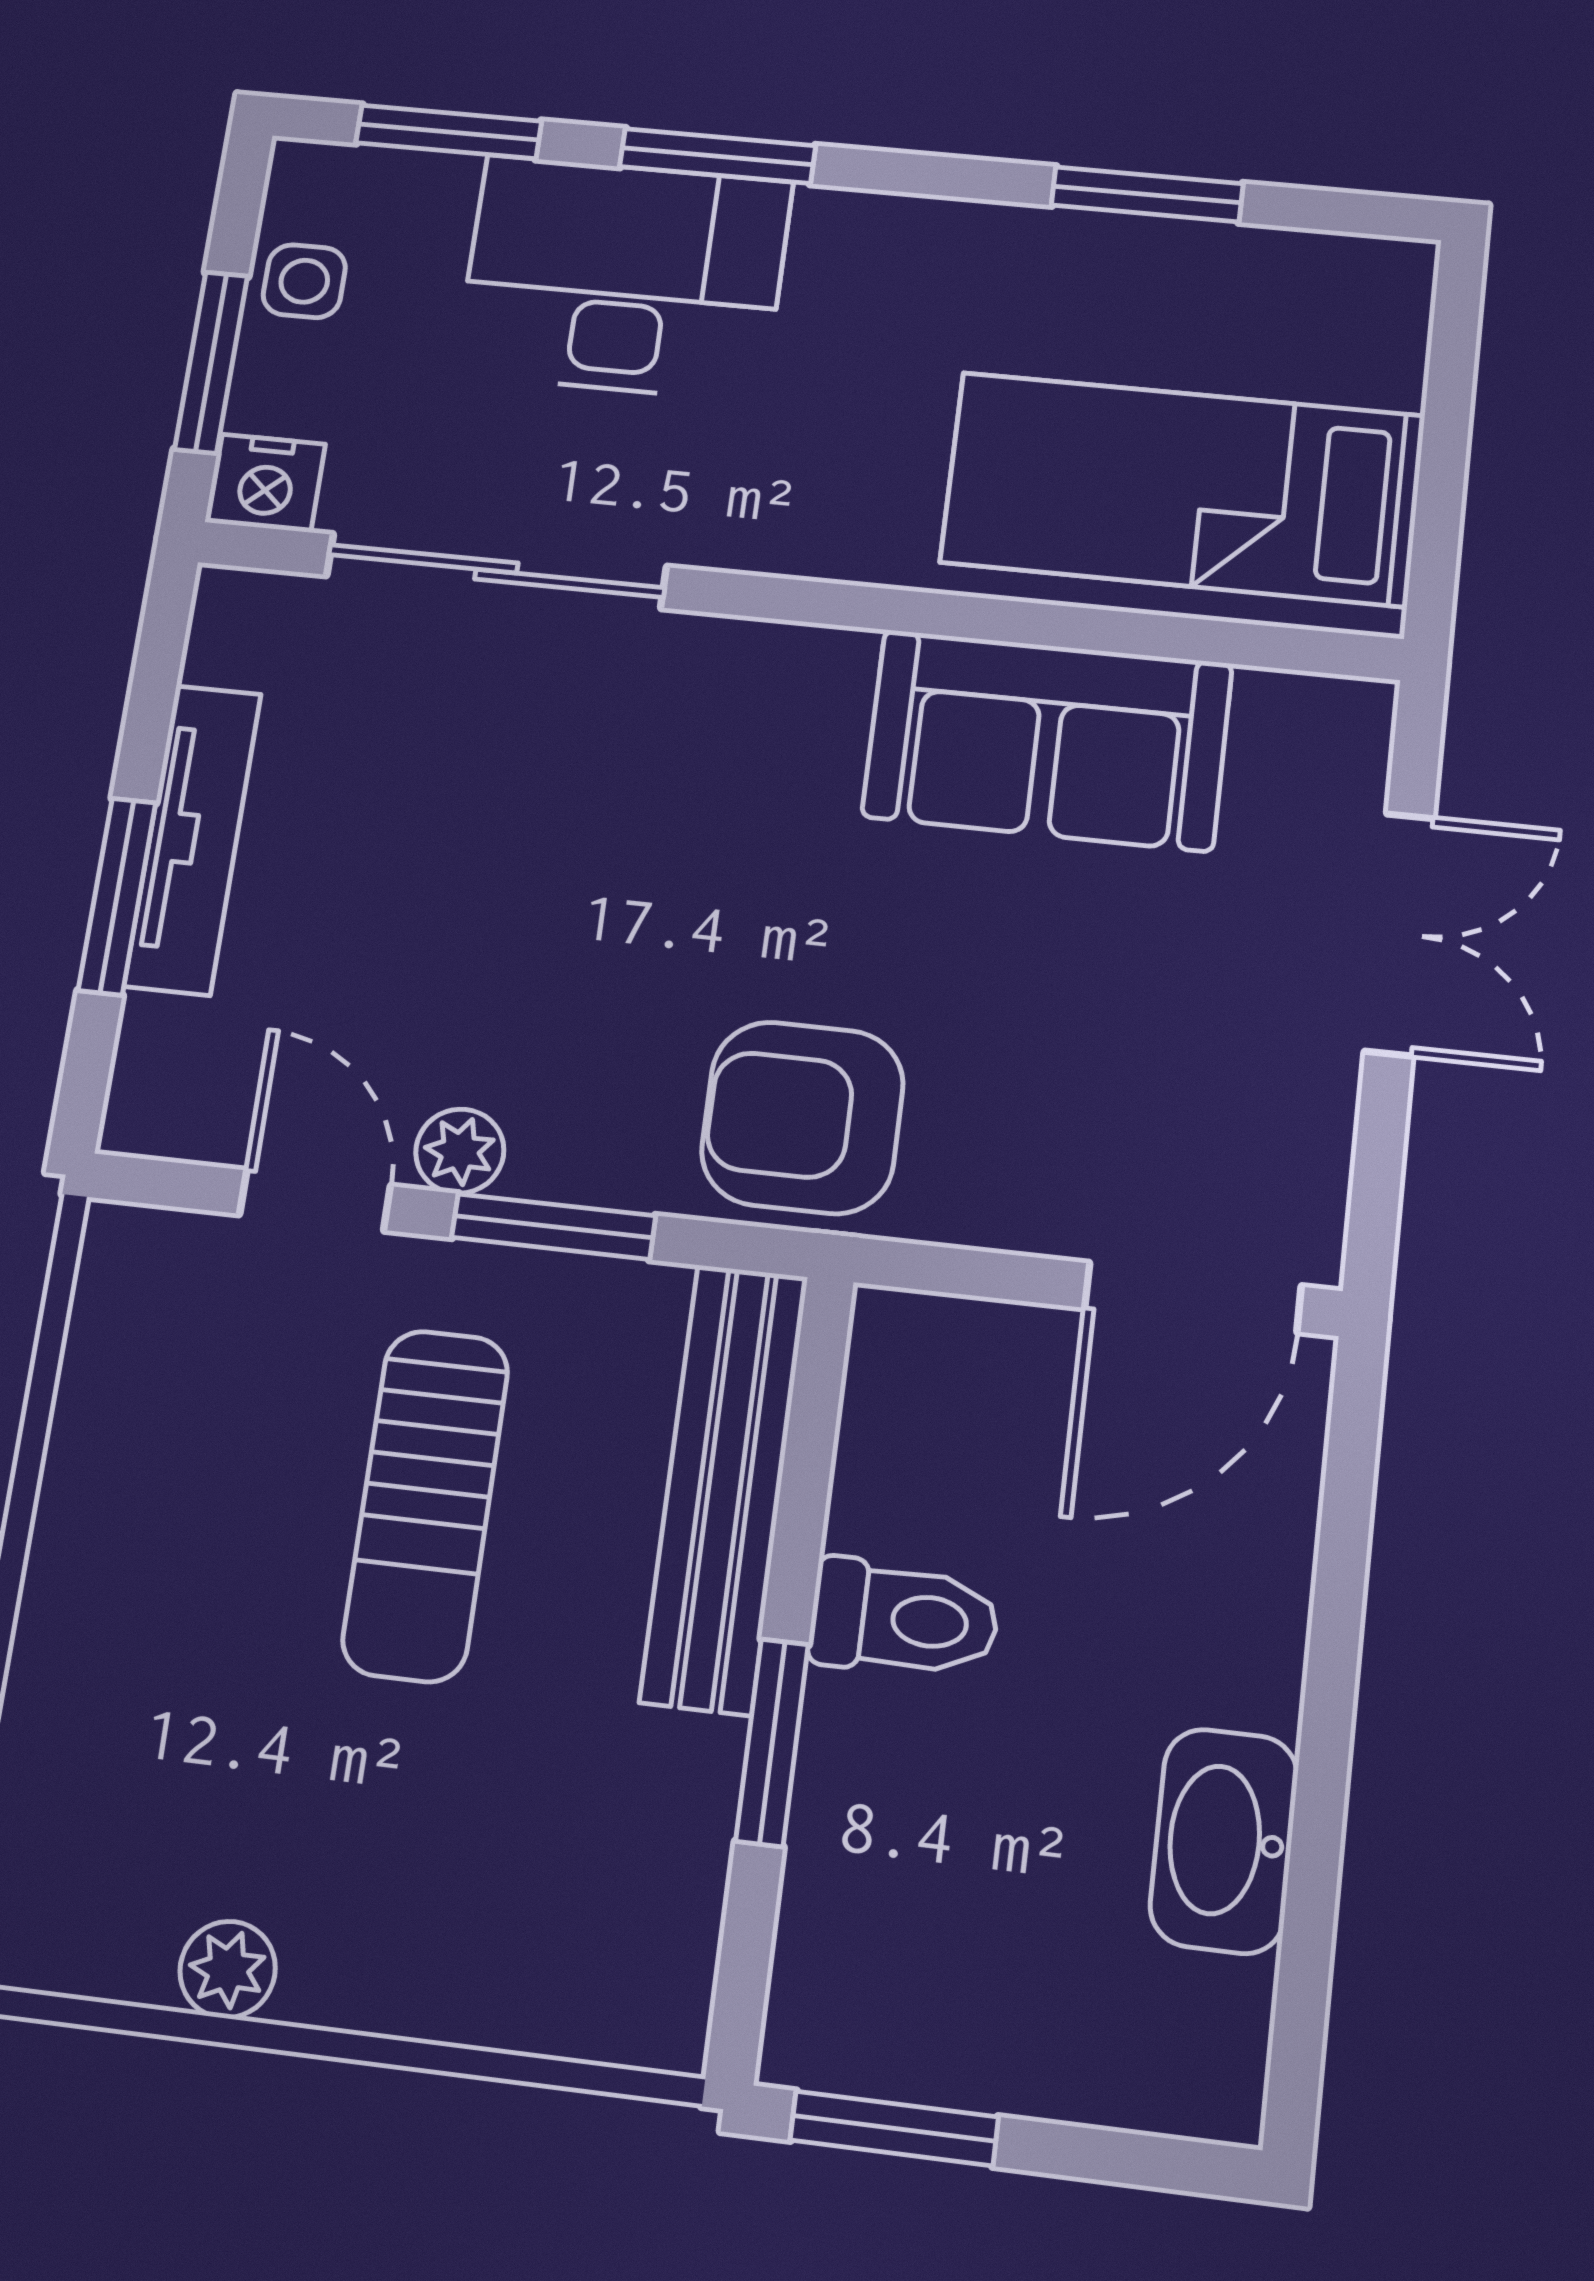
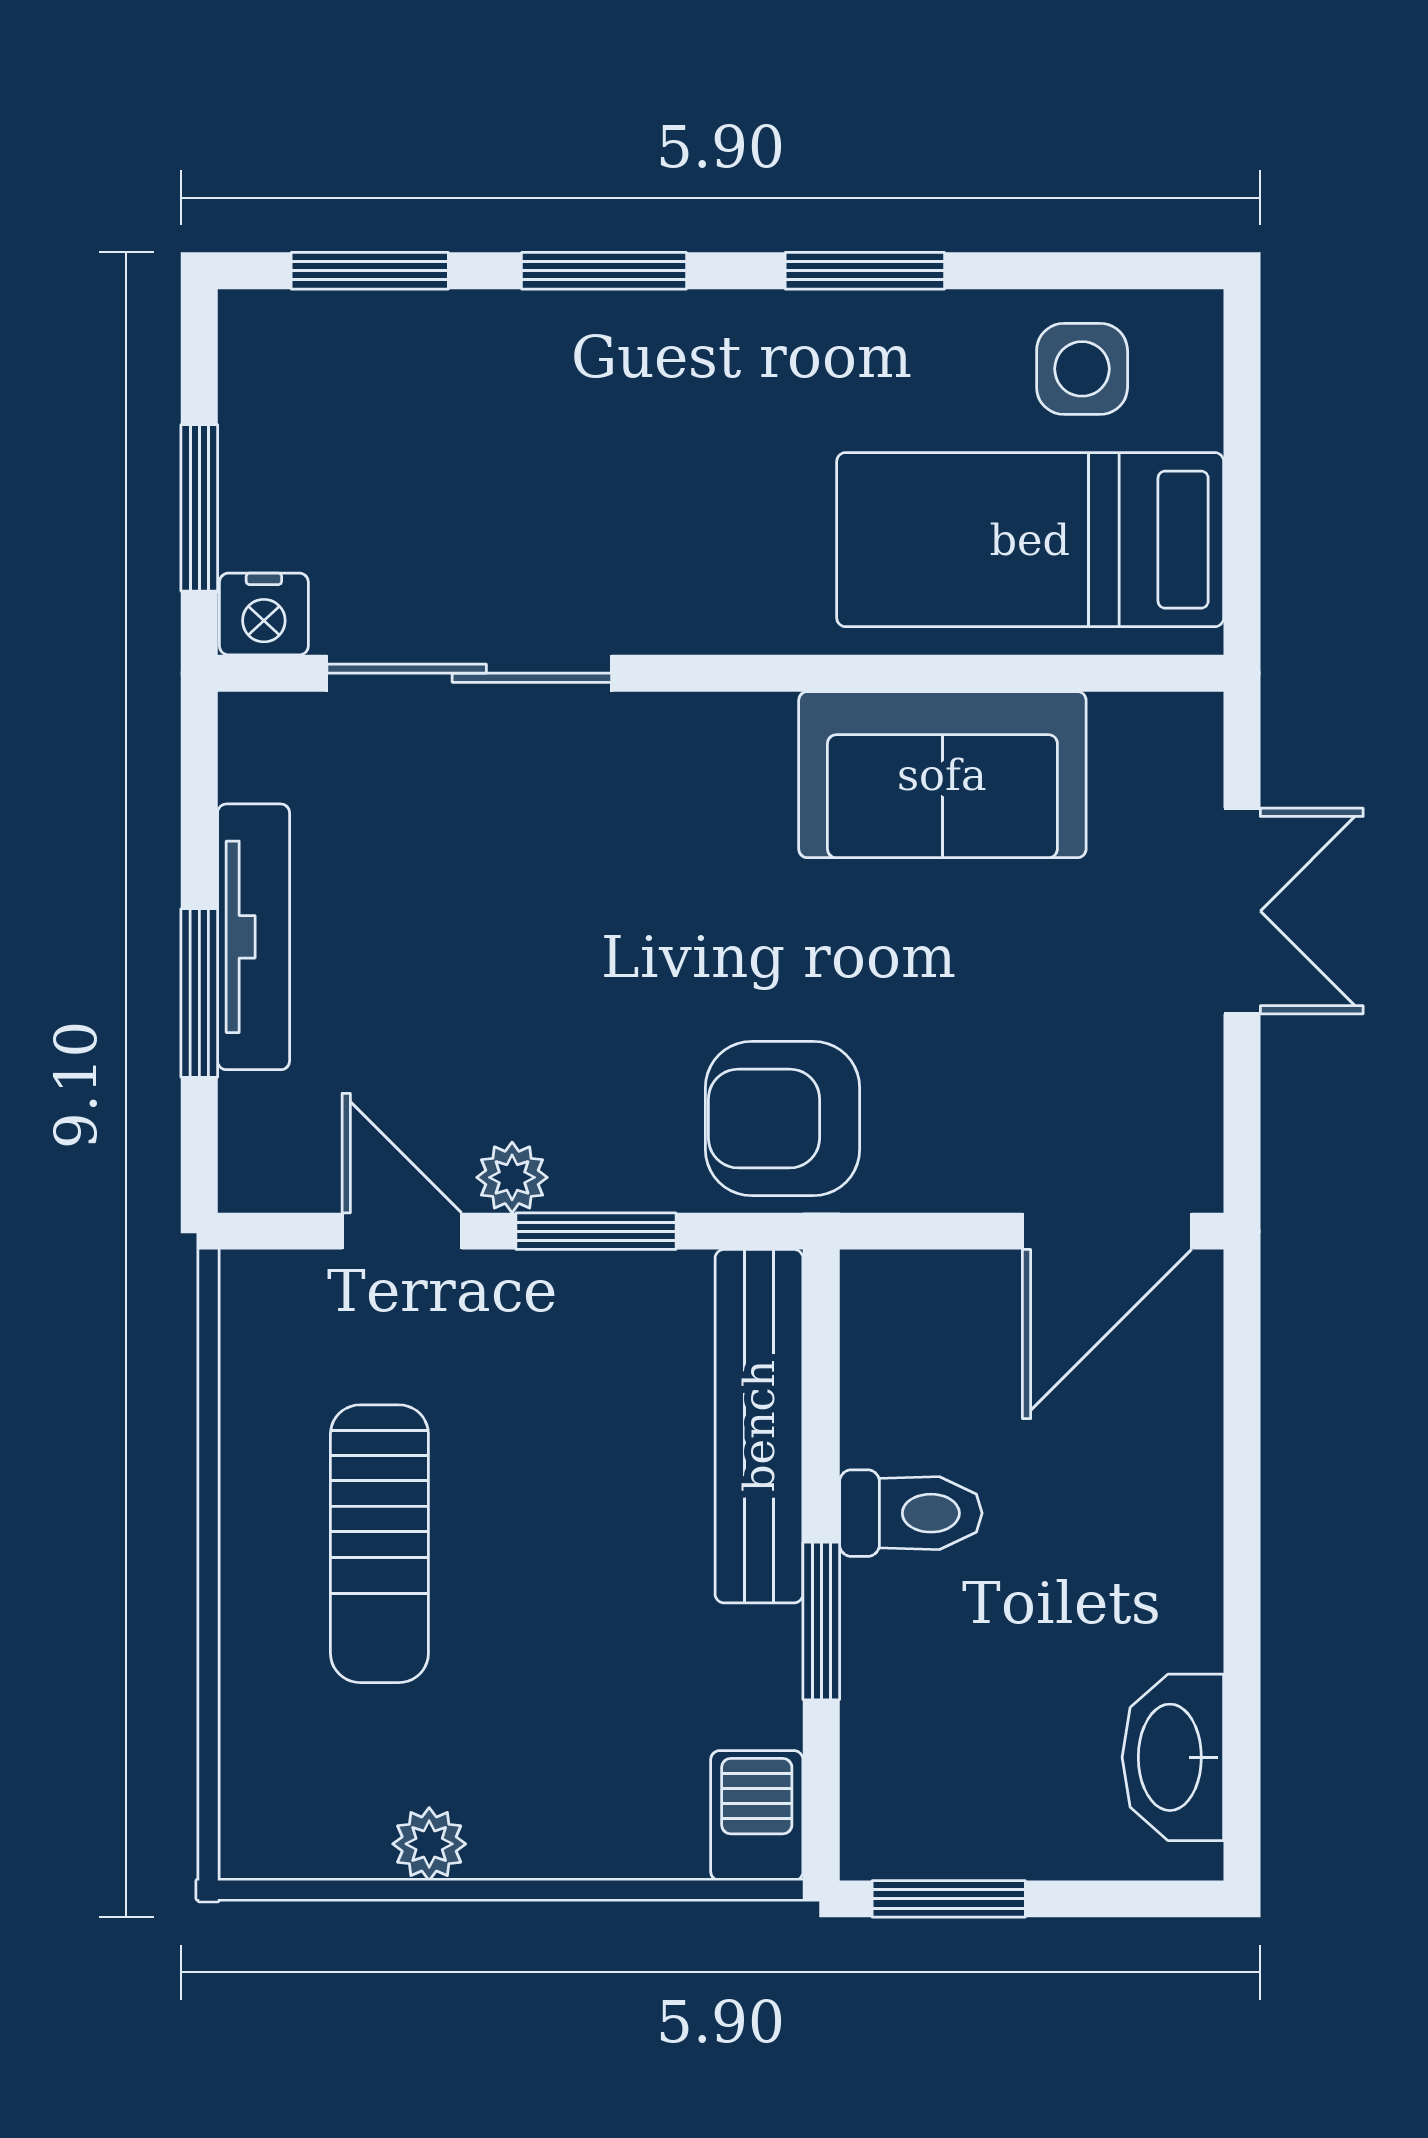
window: (1147, 194) -> (865, 271), moved
desk: (624, 278) -> (539, 393), removed
side table: (304, 281) -> (1082, 369), moved, width x1.37, depth x1.37
sun lounger: (426, 1505) -> (379, 1544), moved
washbasin: (1224, 1841) -> (1173, 1757), moved
barbecue: (656, 1985) -> (757, 1816), added

